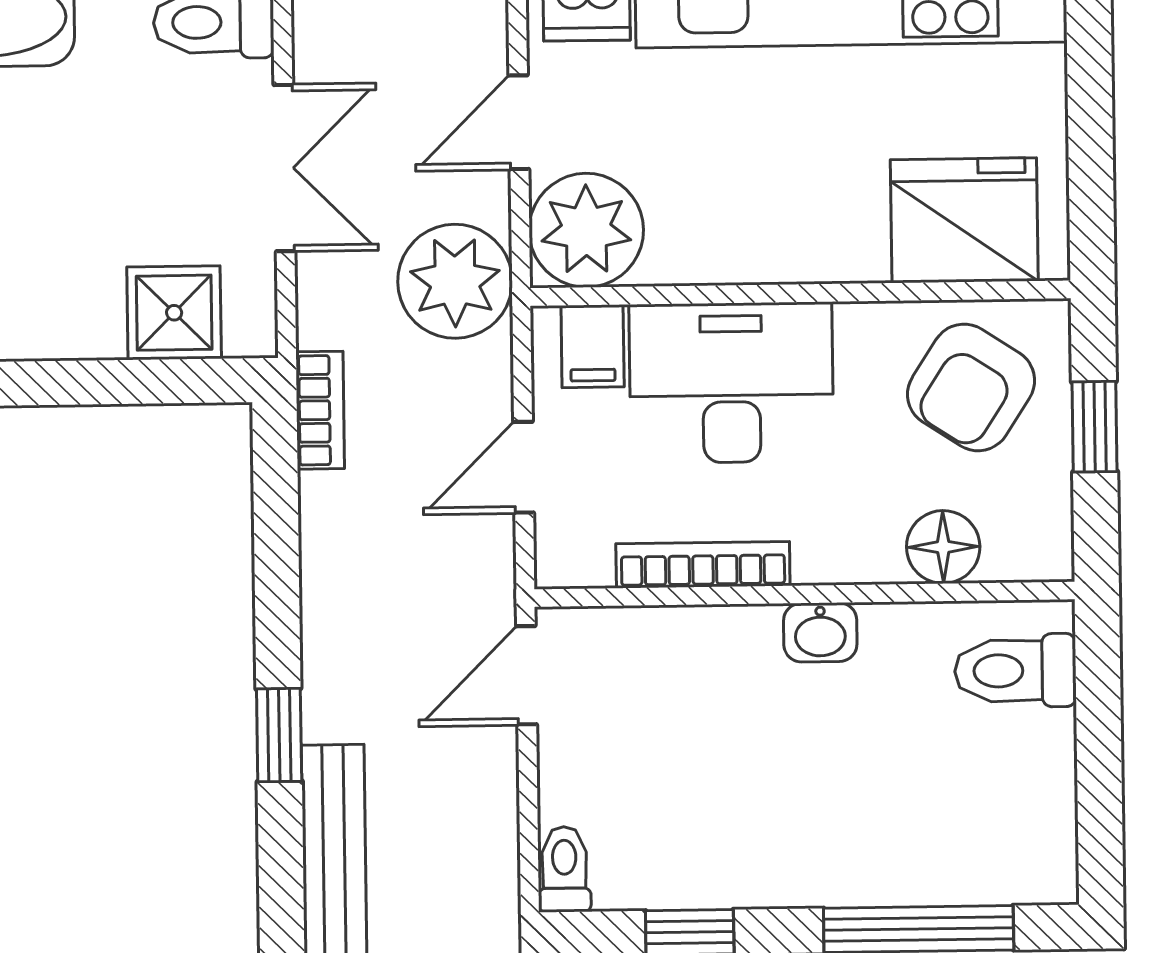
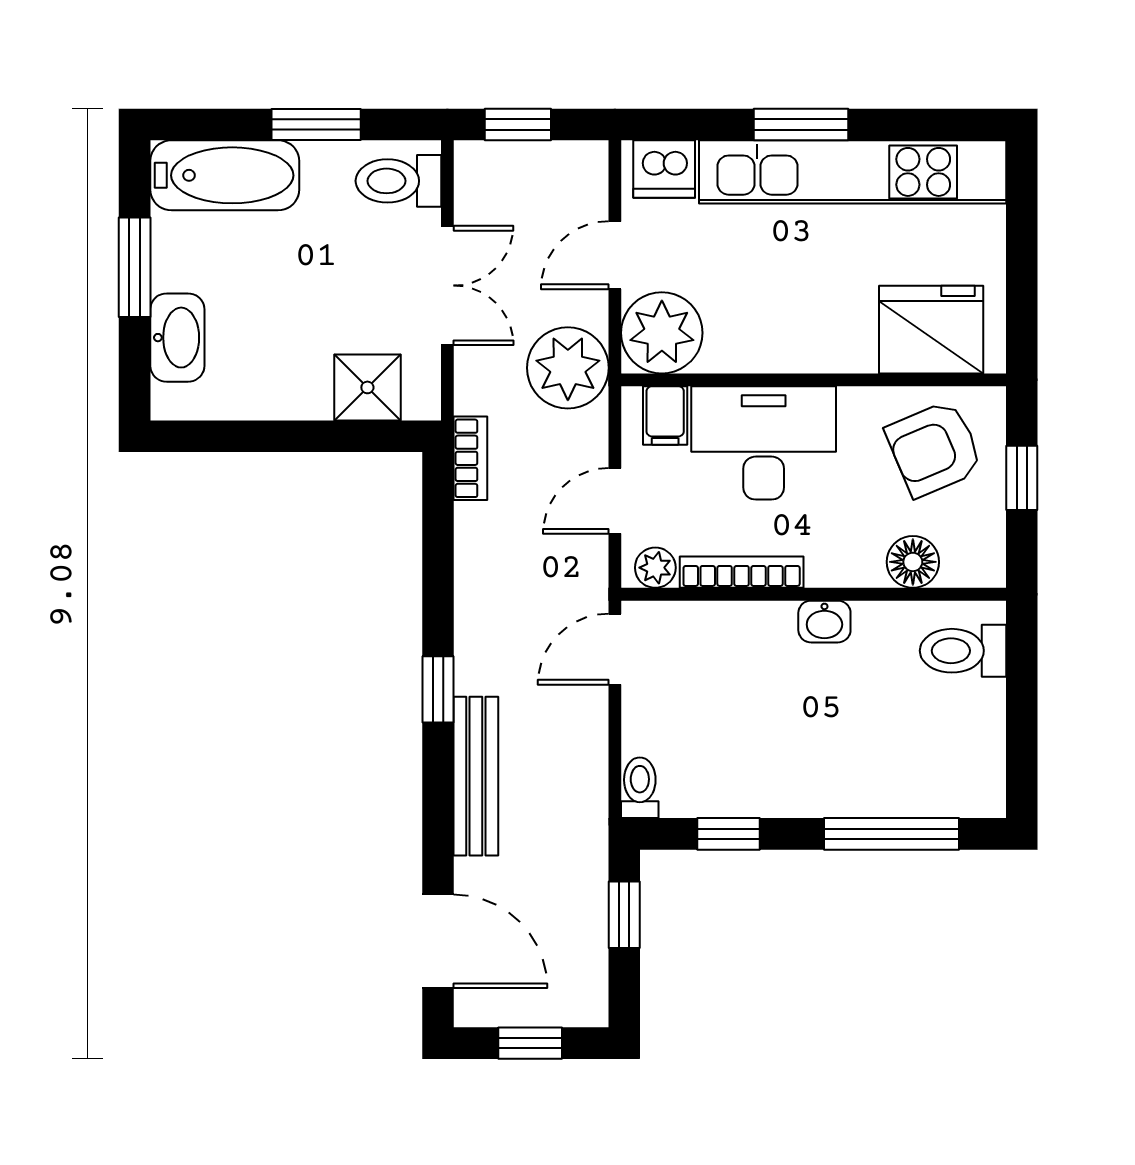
armchair: (971, 387) -> (934, 449), turned 34
plant: (582, 560) -> (655, 568), added

